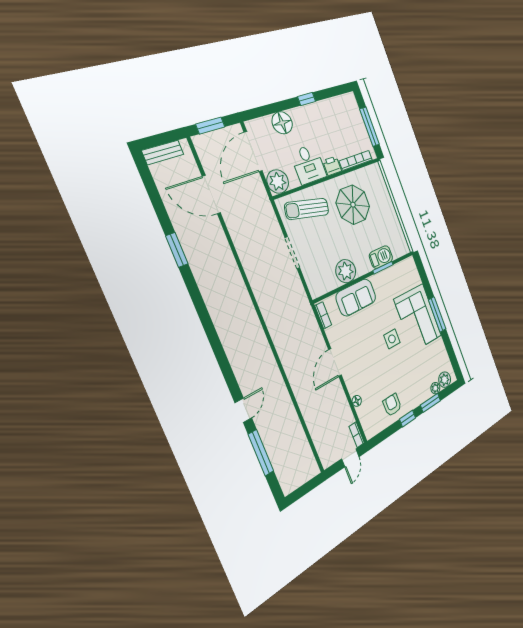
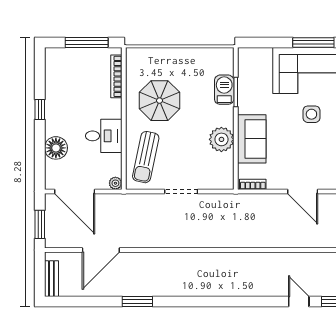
printer: (332, 166) -> (113, 108), removed
plant: (278, 181) -> (115, 183), width x0.53, depth x0.53

